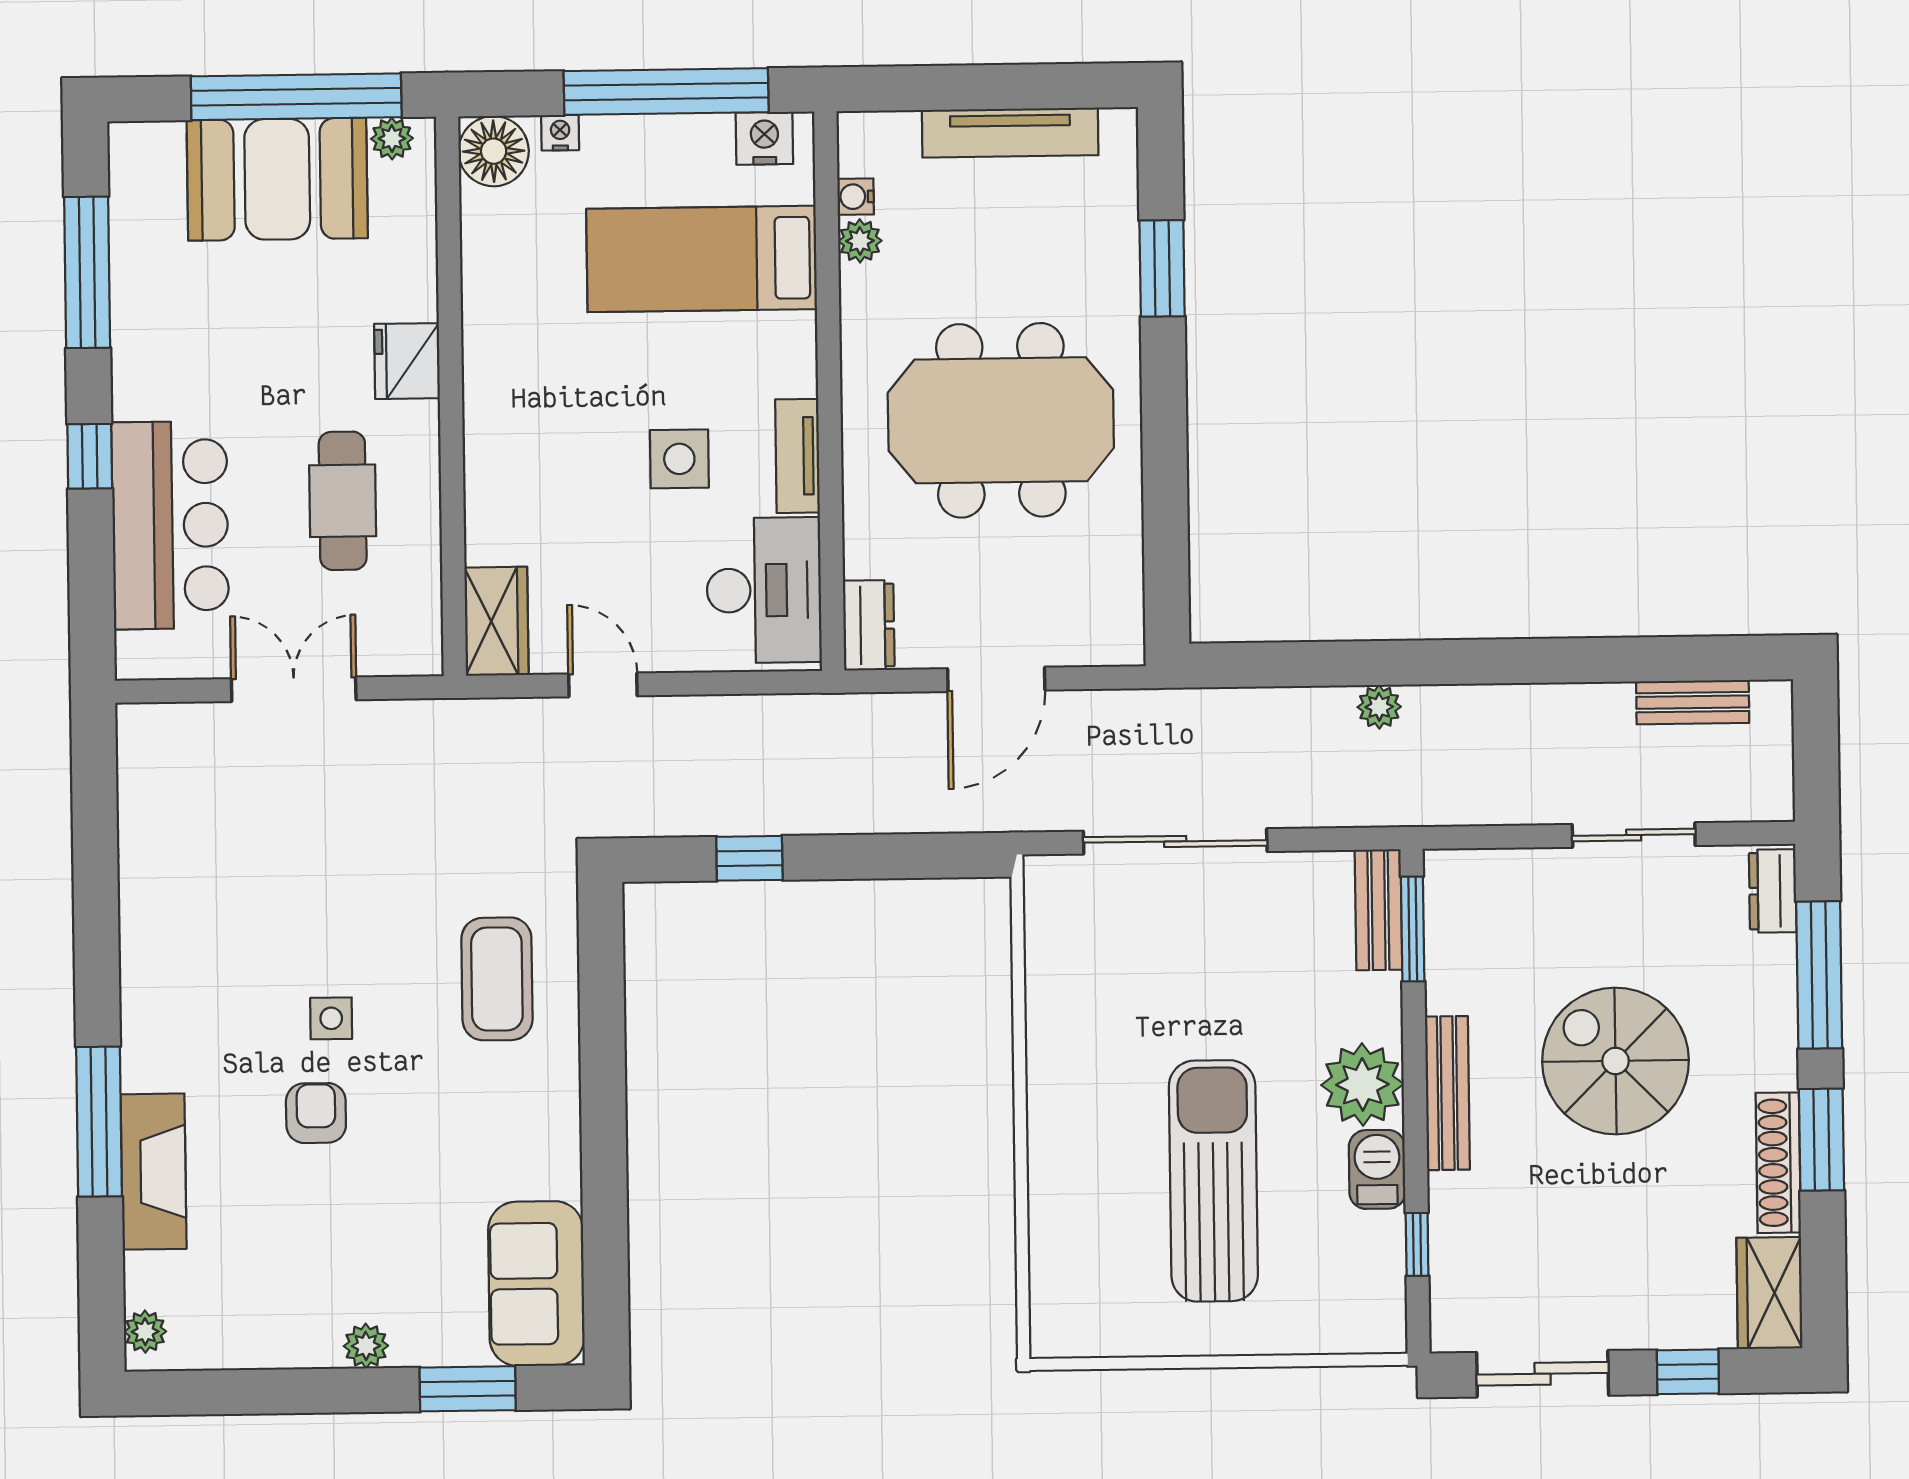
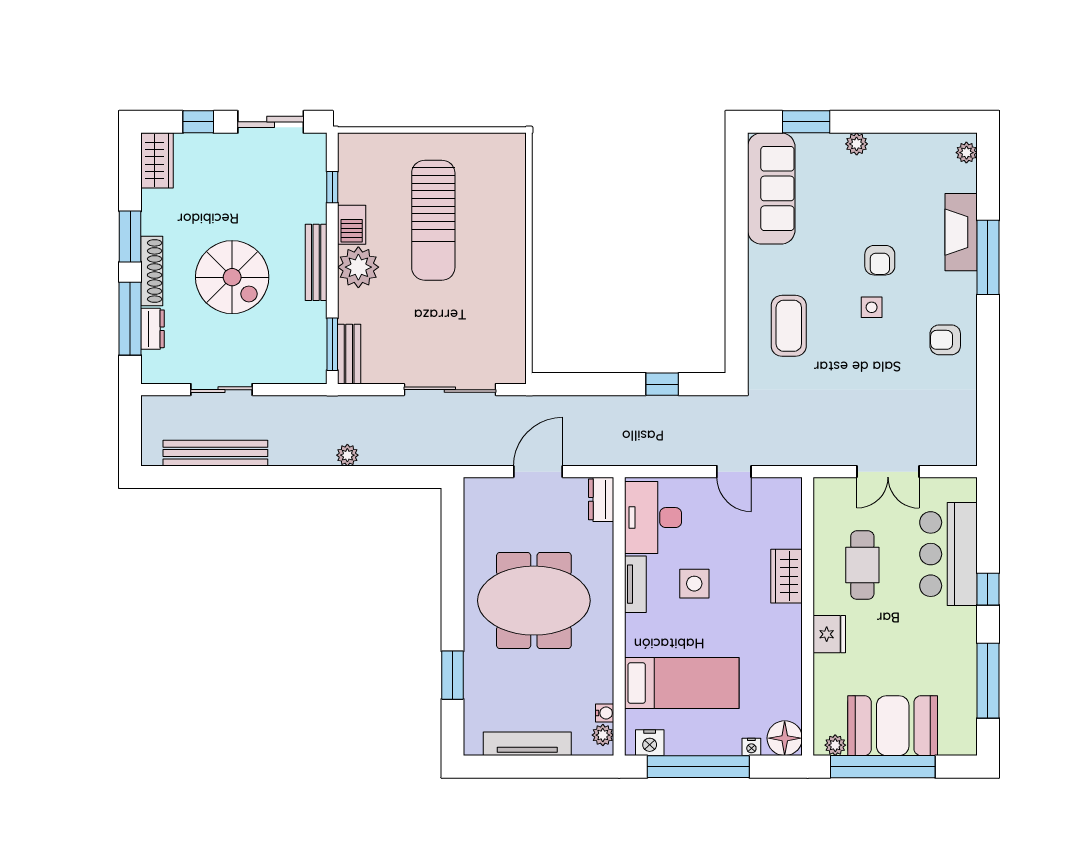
plant: (860, 241) -> (603, 735), moved
wardrobe: (496, 621) -> (787, 576), moved
bench: (1693, 702) -> (215, 453), width x1.86, depth x1.21
dresser: (1773, 891) -> (153, 329), moved
armchair: (183, 955) -> (945, 340), added
shoe rack: (1778, 1163) -> (152, 271), moved
sofa: (536, 1284) -> (771, 188), width x1.36

